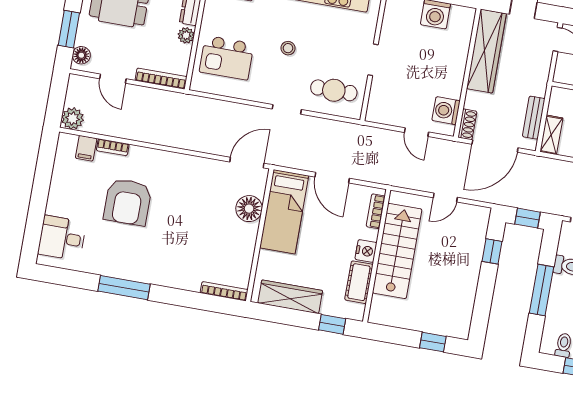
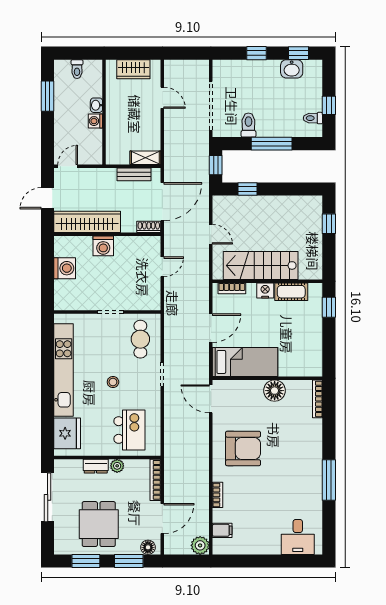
door: (113, 79) -> (162, 519), width x1.38
washing machine: (446, 111) -> (103, 246), moved
door: (495, 146) -> (162, 202), hinge flipped
bookcase: (113, 147) -> (218, 495), moved
armchair: (128, 202) -> (243, 448), moved
floor lamp: (249, 209) -> (275, 391), moved
wardrobe: (290, 297) -> (313, 345), removed

